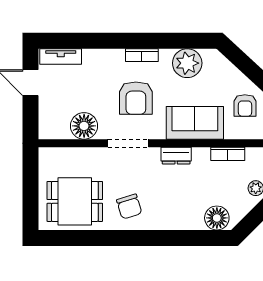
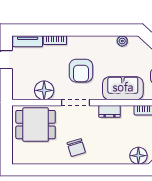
bookcase: (142, 55) -> (55, 40), moved
plant: (187, 63) -> (122, 41), width x0.53, depth x0.53
dining table: (75, 201) -> (36, 125), moved

